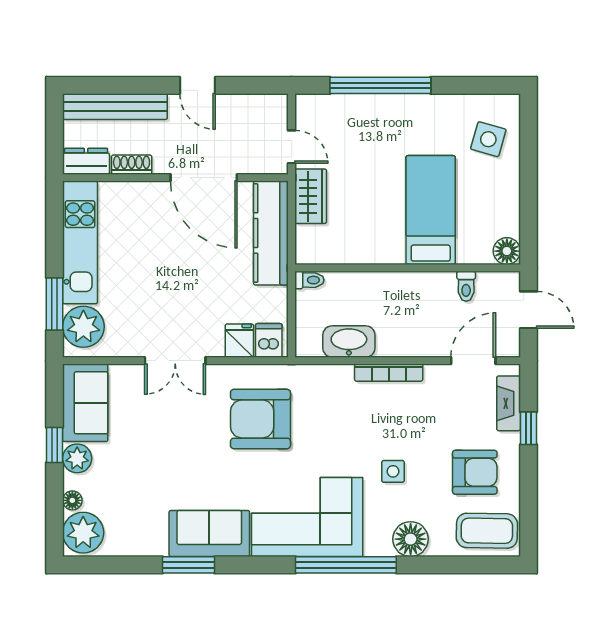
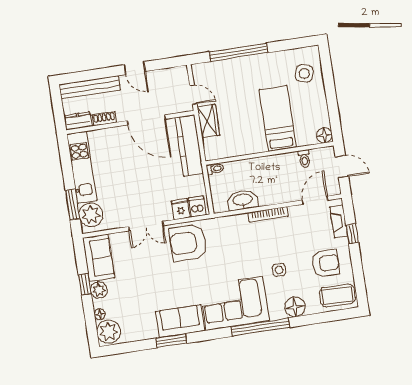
armchair: (260, 419) -> (188, 243), moved

